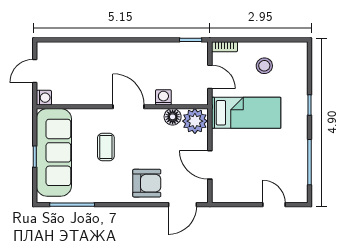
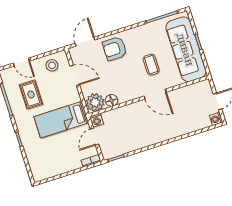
stool: (264, 66) -> (52, 65), moved
door: (210, 77) -> (95, 137), hinge flipped
washing machine: (163, 97) -> (97, 120), moved
washing machine: (44, 98) -> (216, 119), moved
door: (129, 107) -> (155, 94), moved
rug: (275, 158) -> (31, 95), added

